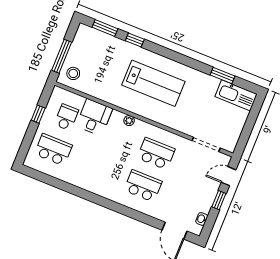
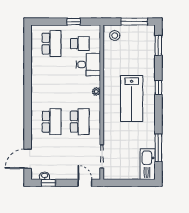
window: (135, 40) -> (158, 88), moved
window: (62, 56) -> (134, 22), moved
window: (222, 75) -> (158, 148), width x1.44
window: (219, 200) -> (48, 183), moved

